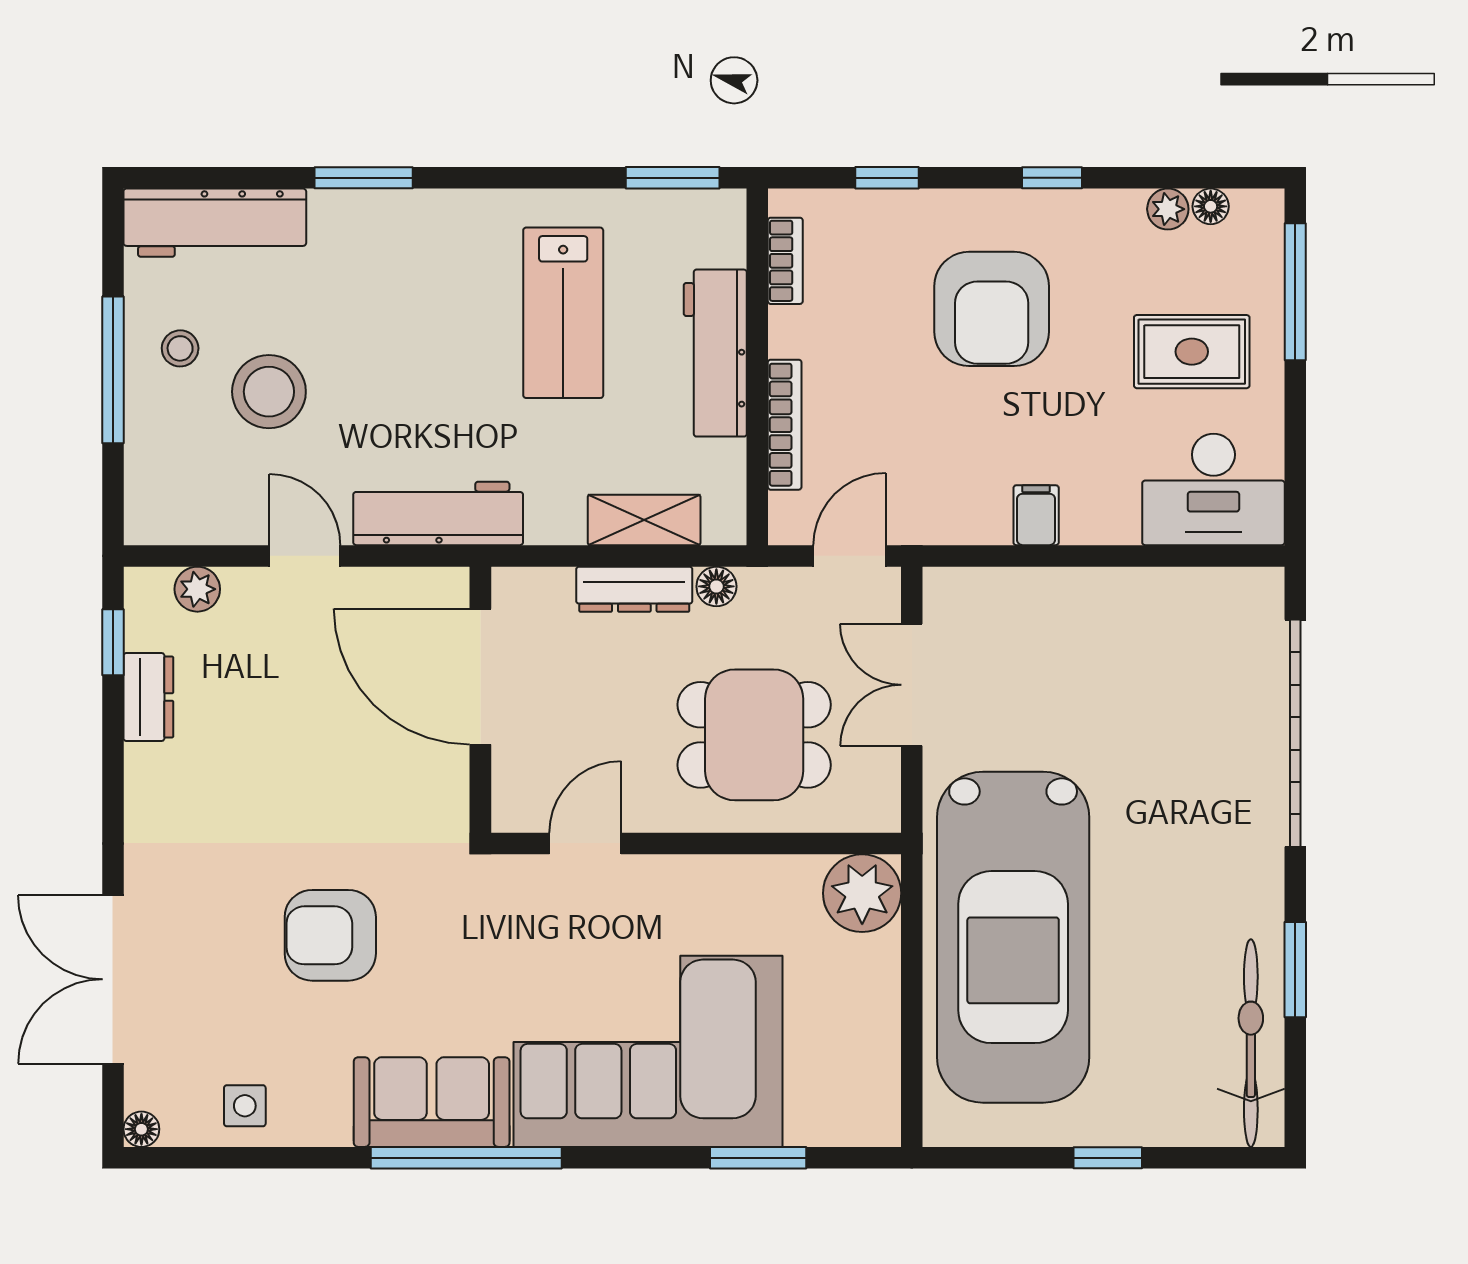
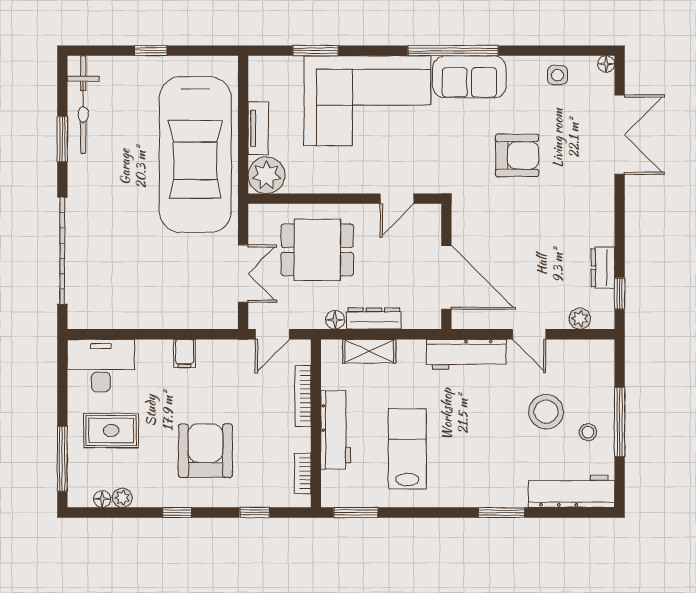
car: (1013, 937) -> (195, 155), turned 180
tv unit: (880, 993) -> (258, 128), added

